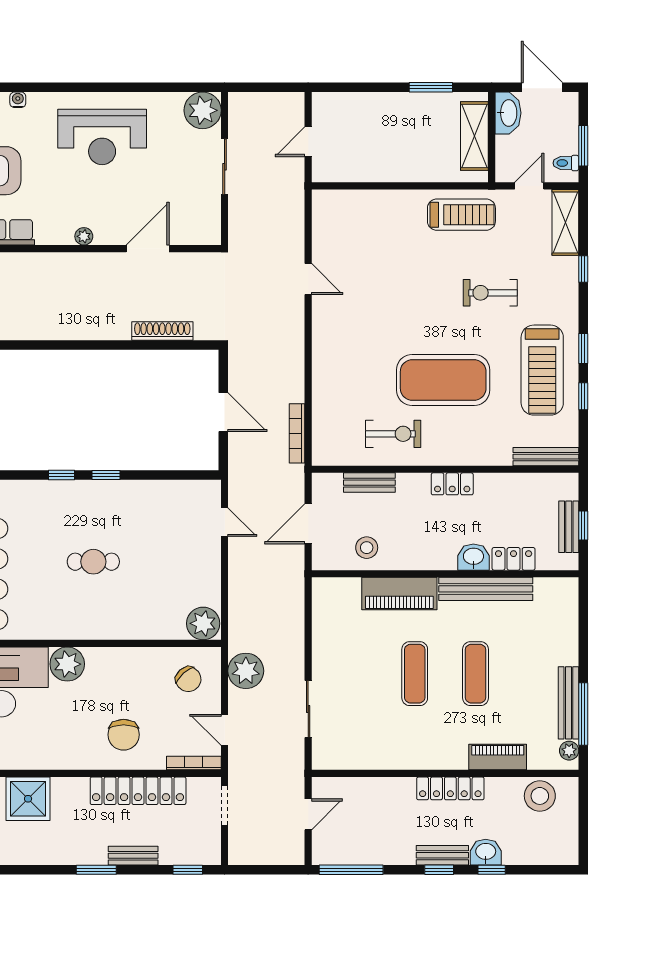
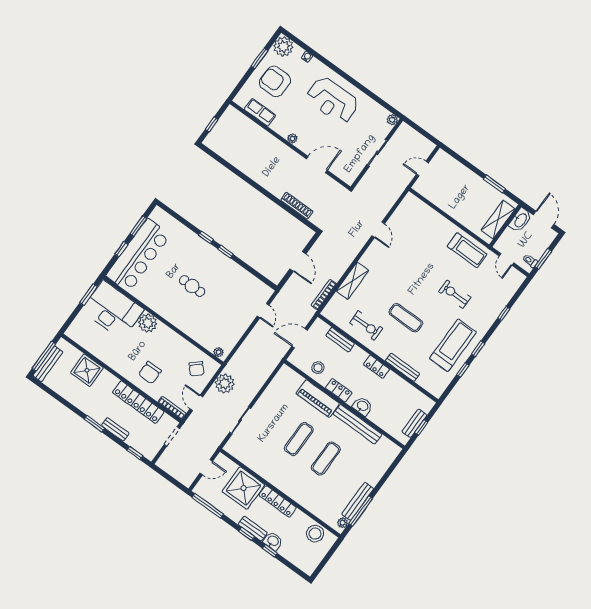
plant: (203, 110) -> (392, 120), width x0.53, depth x0.53
door: (529, 186) -> (506, 259), swing flipped
shelving: (565, 222) -> (353, 281), moved
treadmill: (542, 370) -> (453, 345), turned 180
exercise mat: (443, 380) -> (406, 318), width x0.50, depth x0.69
bench: (546, 457) -> (403, 367), moved
locker: (514, 559) -> (339, 390), moved
plant: (203, 623) -> (219, 352), width x0.53, depth x0.53
piano: (498, 757) -> (309, 503), removed
shower: (385, 805) -> (243, 488), added

